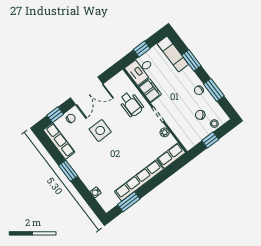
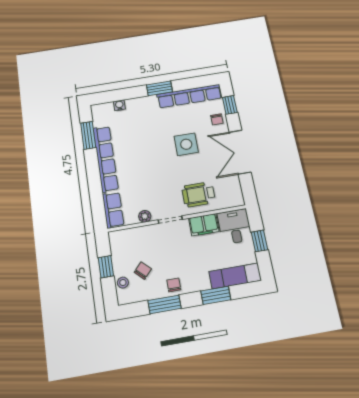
row of seats: (59, 141) -> (189, 96), width x1.36

